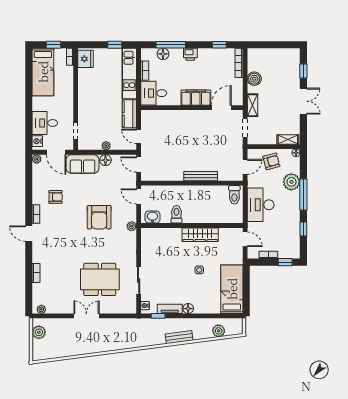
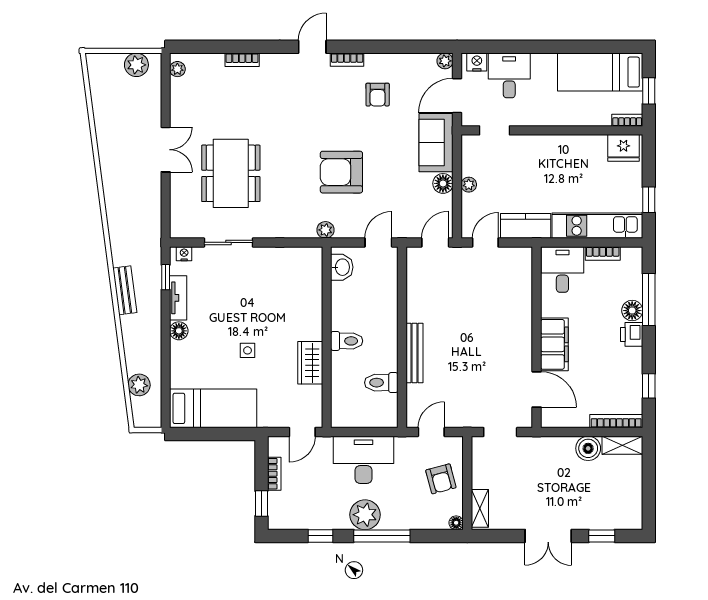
floor lamp: (163, 54) -> (632, 311), moved
shelving: (252, 105) -> (622, 445), moved
door: (245, 167) -> (431, 432), swing flipped
plant: (291, 182) -> (365, 515), moved
toilet: (234, 195) -> (381, 383), moved
toilet: (176, 214) -> (347, 341), moved
wardrobe: (200, 235) -> (310, 363), width x0.67
bench: (179, 337) -> (125, 290), moved

